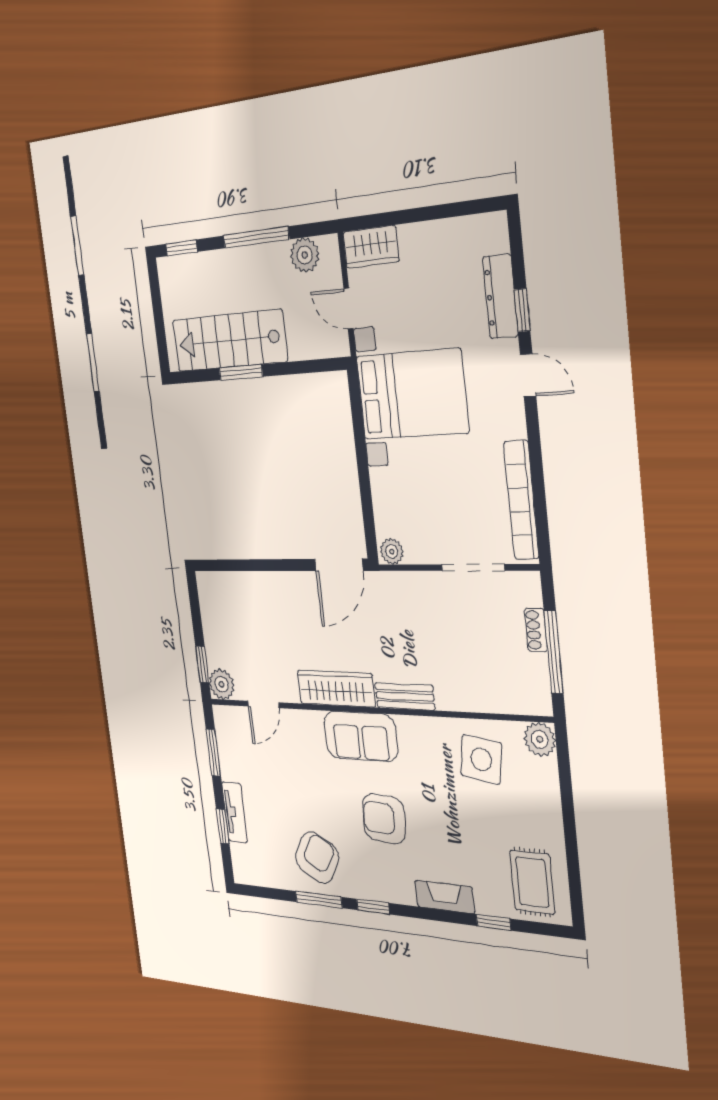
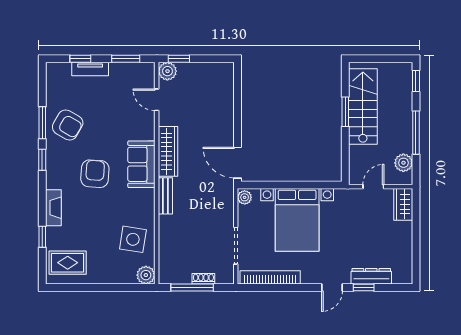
bed with nightstands: (412, 394) -> (297, 220), moved

